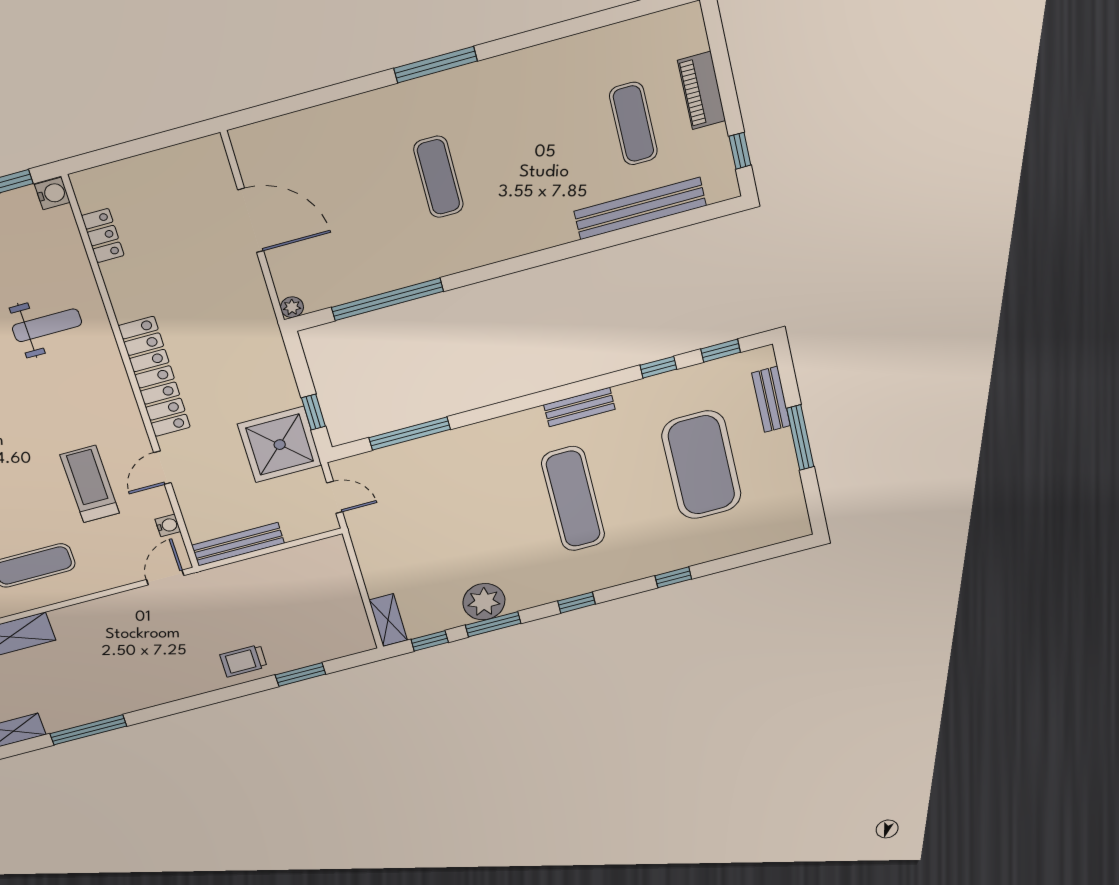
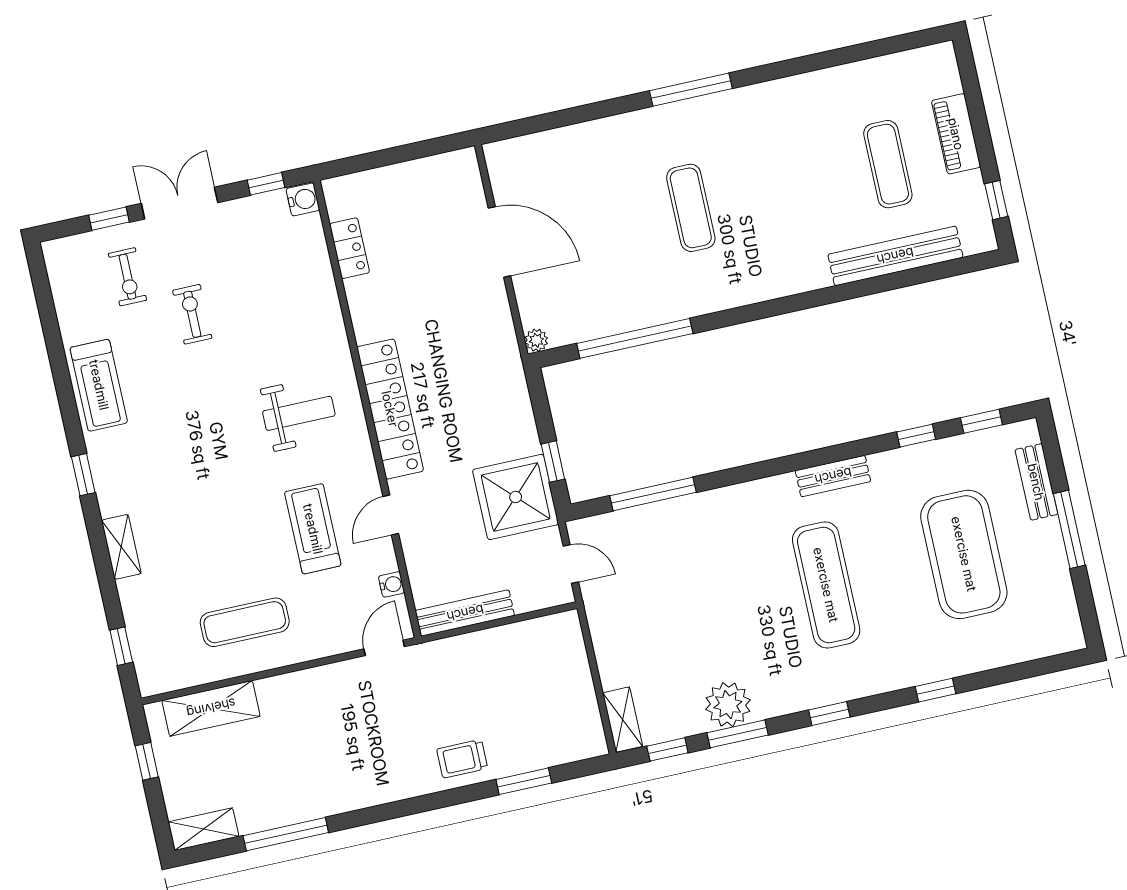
weight bench: (47, 325) -> (299, 413), moved

